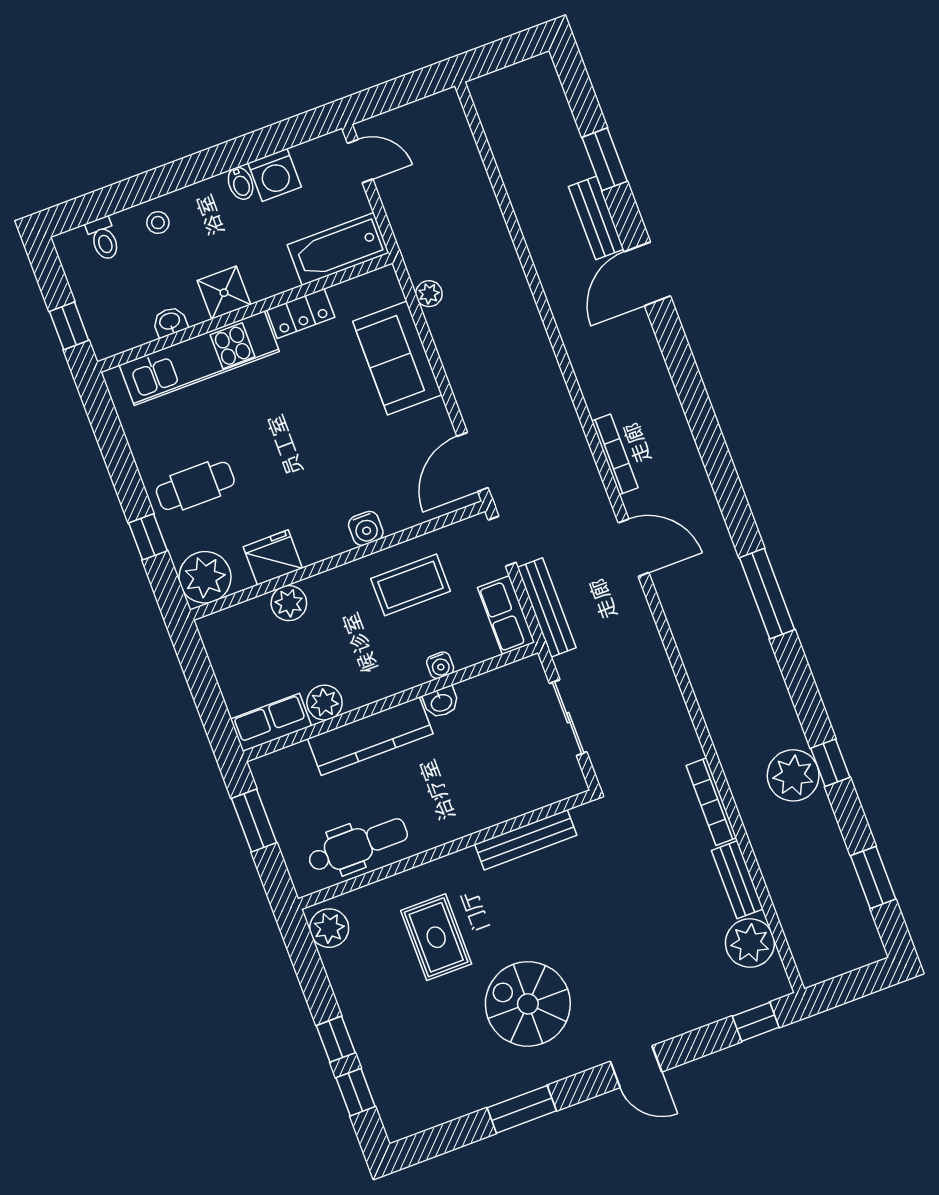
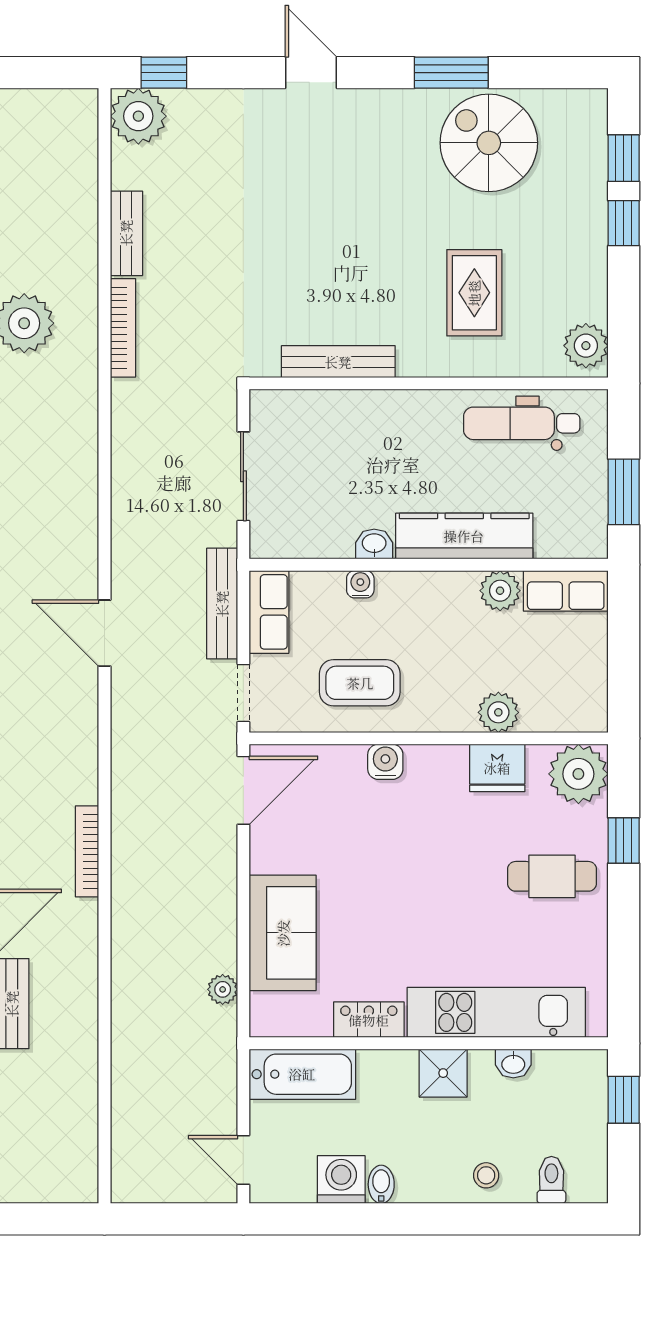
bookcase: (615, 454) -> (87, 851), moved
plant: (750, 943) -> (138, 116), moved
spiral stairs: (528, 1004) -> (489, 143), moved, turned 180

